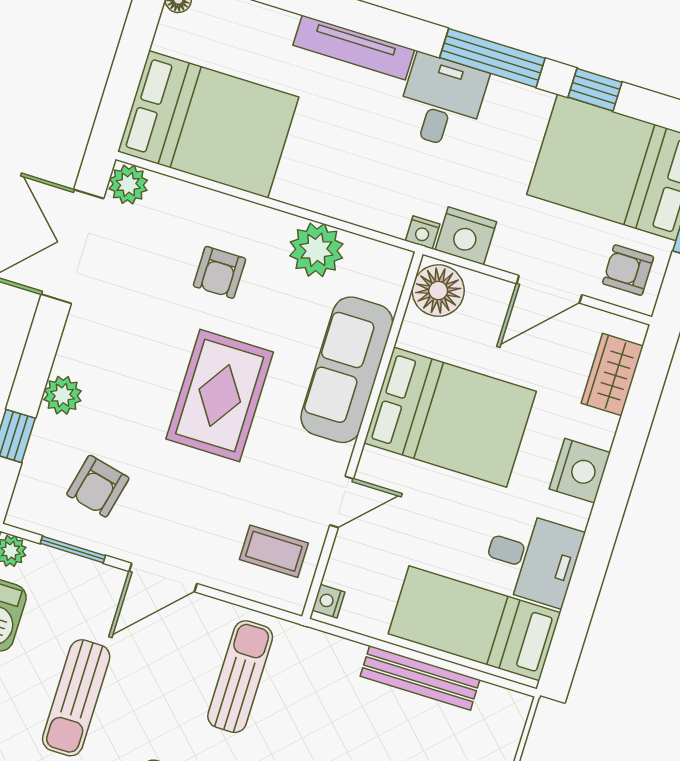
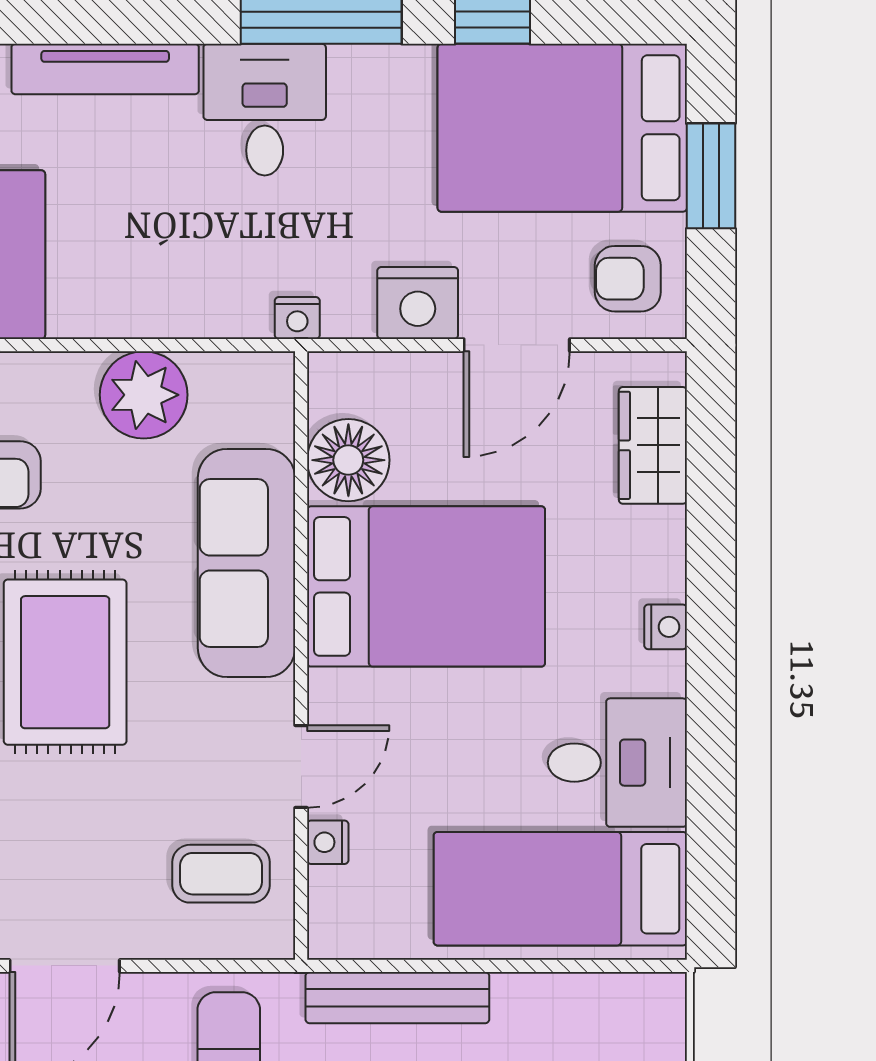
nightstand: (466, 236) -> (418, 303), moved
floor lamp: (438, 291) -> (348, 460), moved
nightstand: (580, 471) -> (666, 627), width x0.53, depth x0.56
nightstand: (329, 601) -> (328, 842), moved
bench: (420, 678) -> (397, 998), moved

